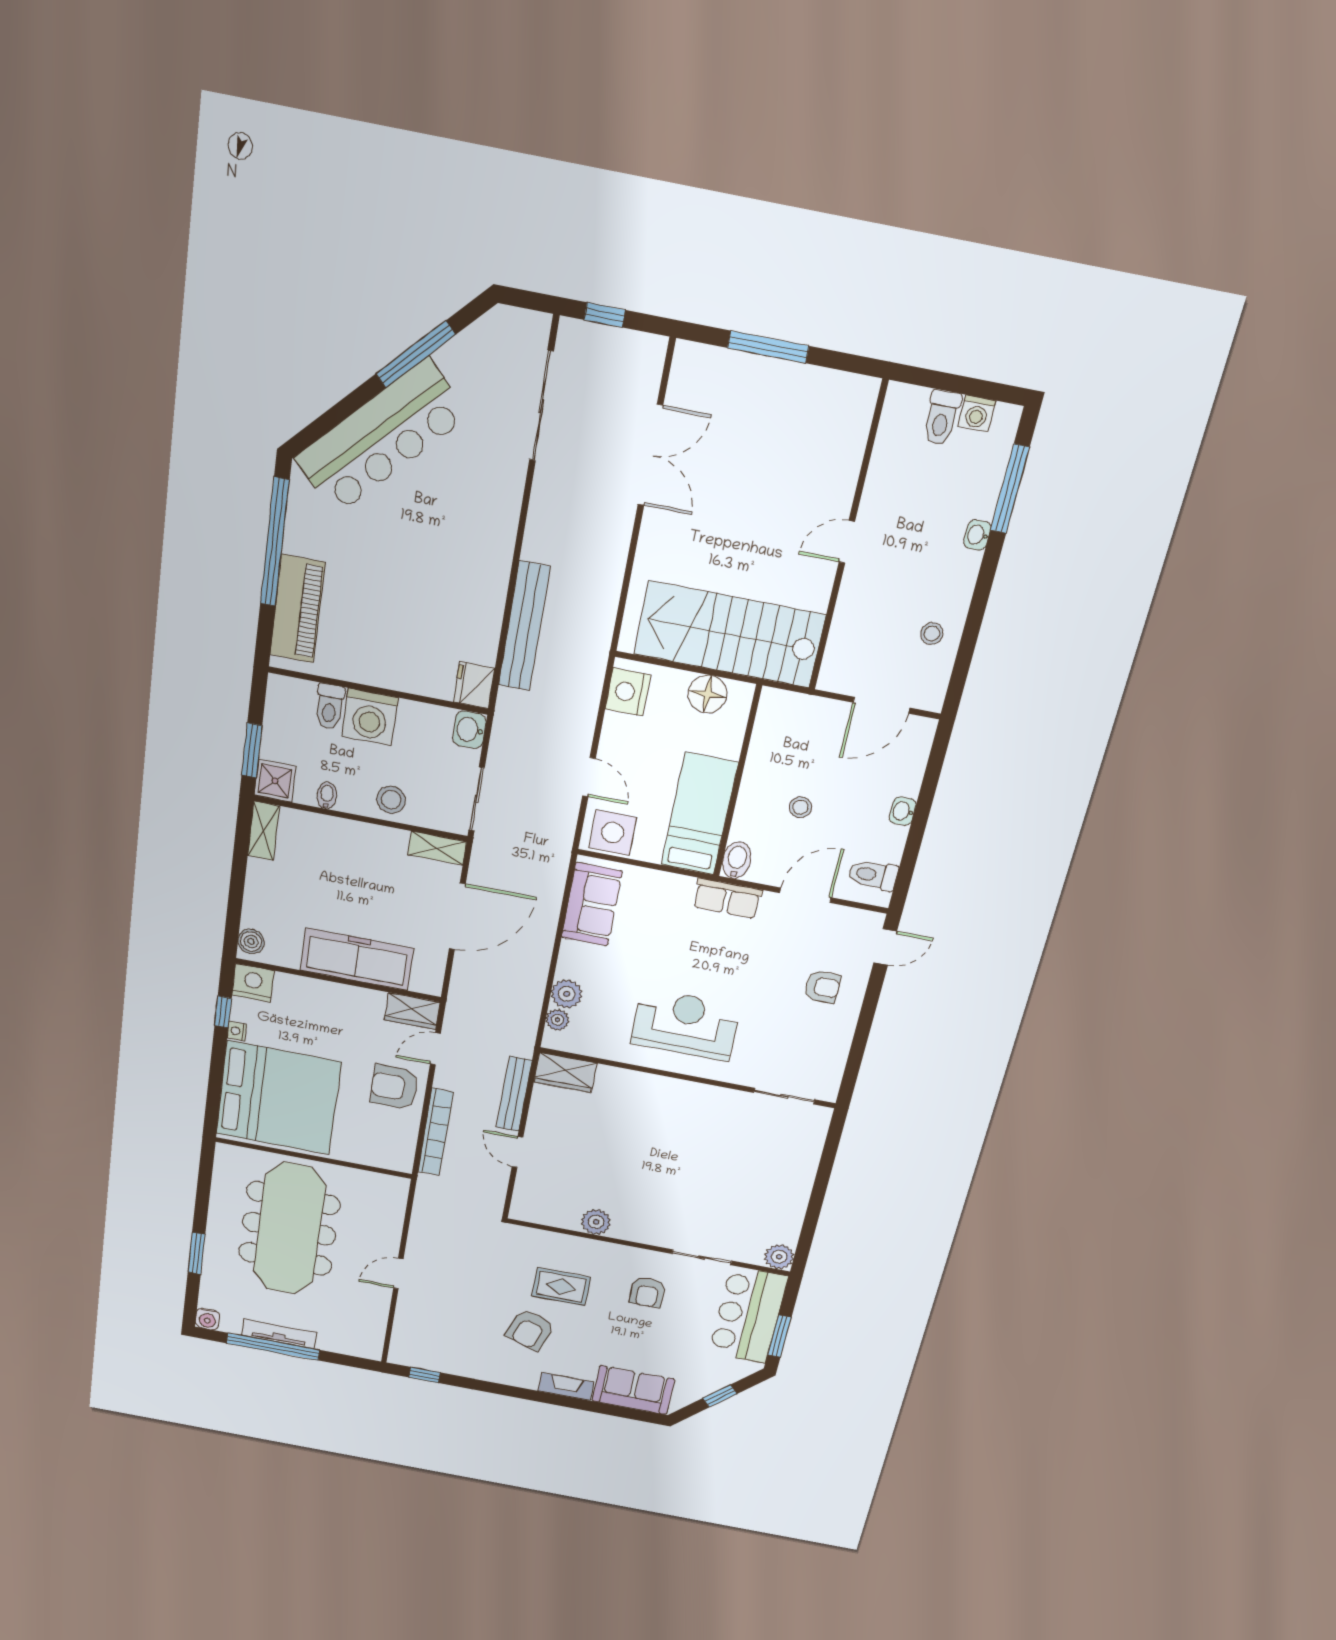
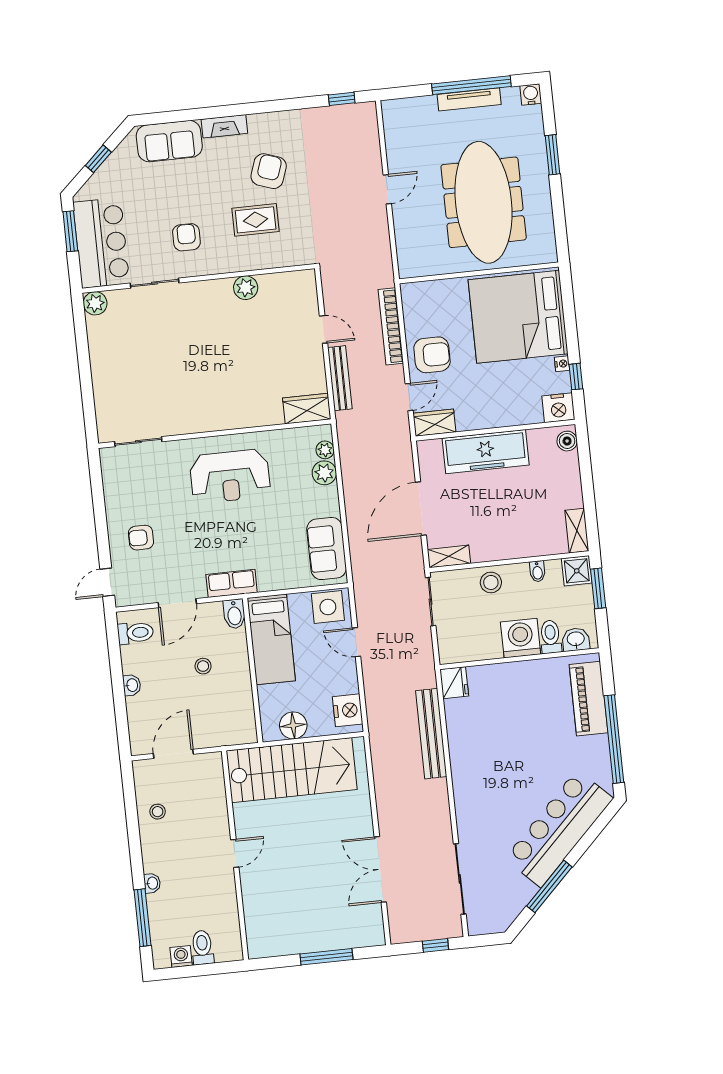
washbasin: (469, 730) -> (576, 639), moved, turned -90

